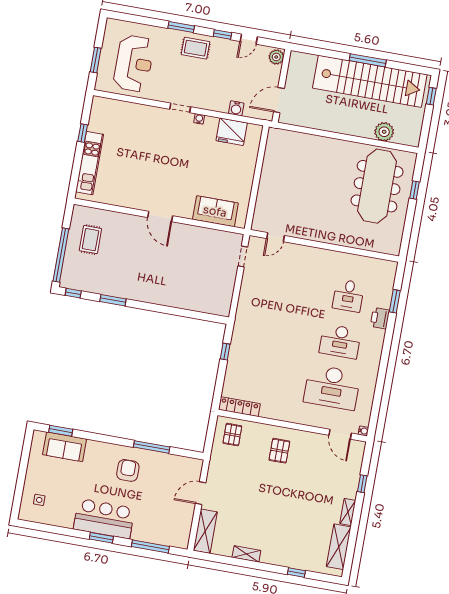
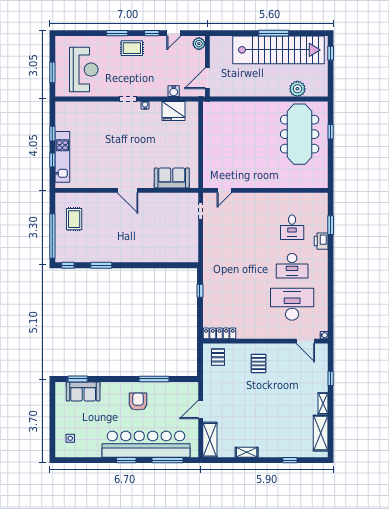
window: (77, 165) -> (52, 160), added
desk: (332, 387) -> (292, 304), turned 180
bar counter: (104, 519) -> (146, 444), width x1.86

